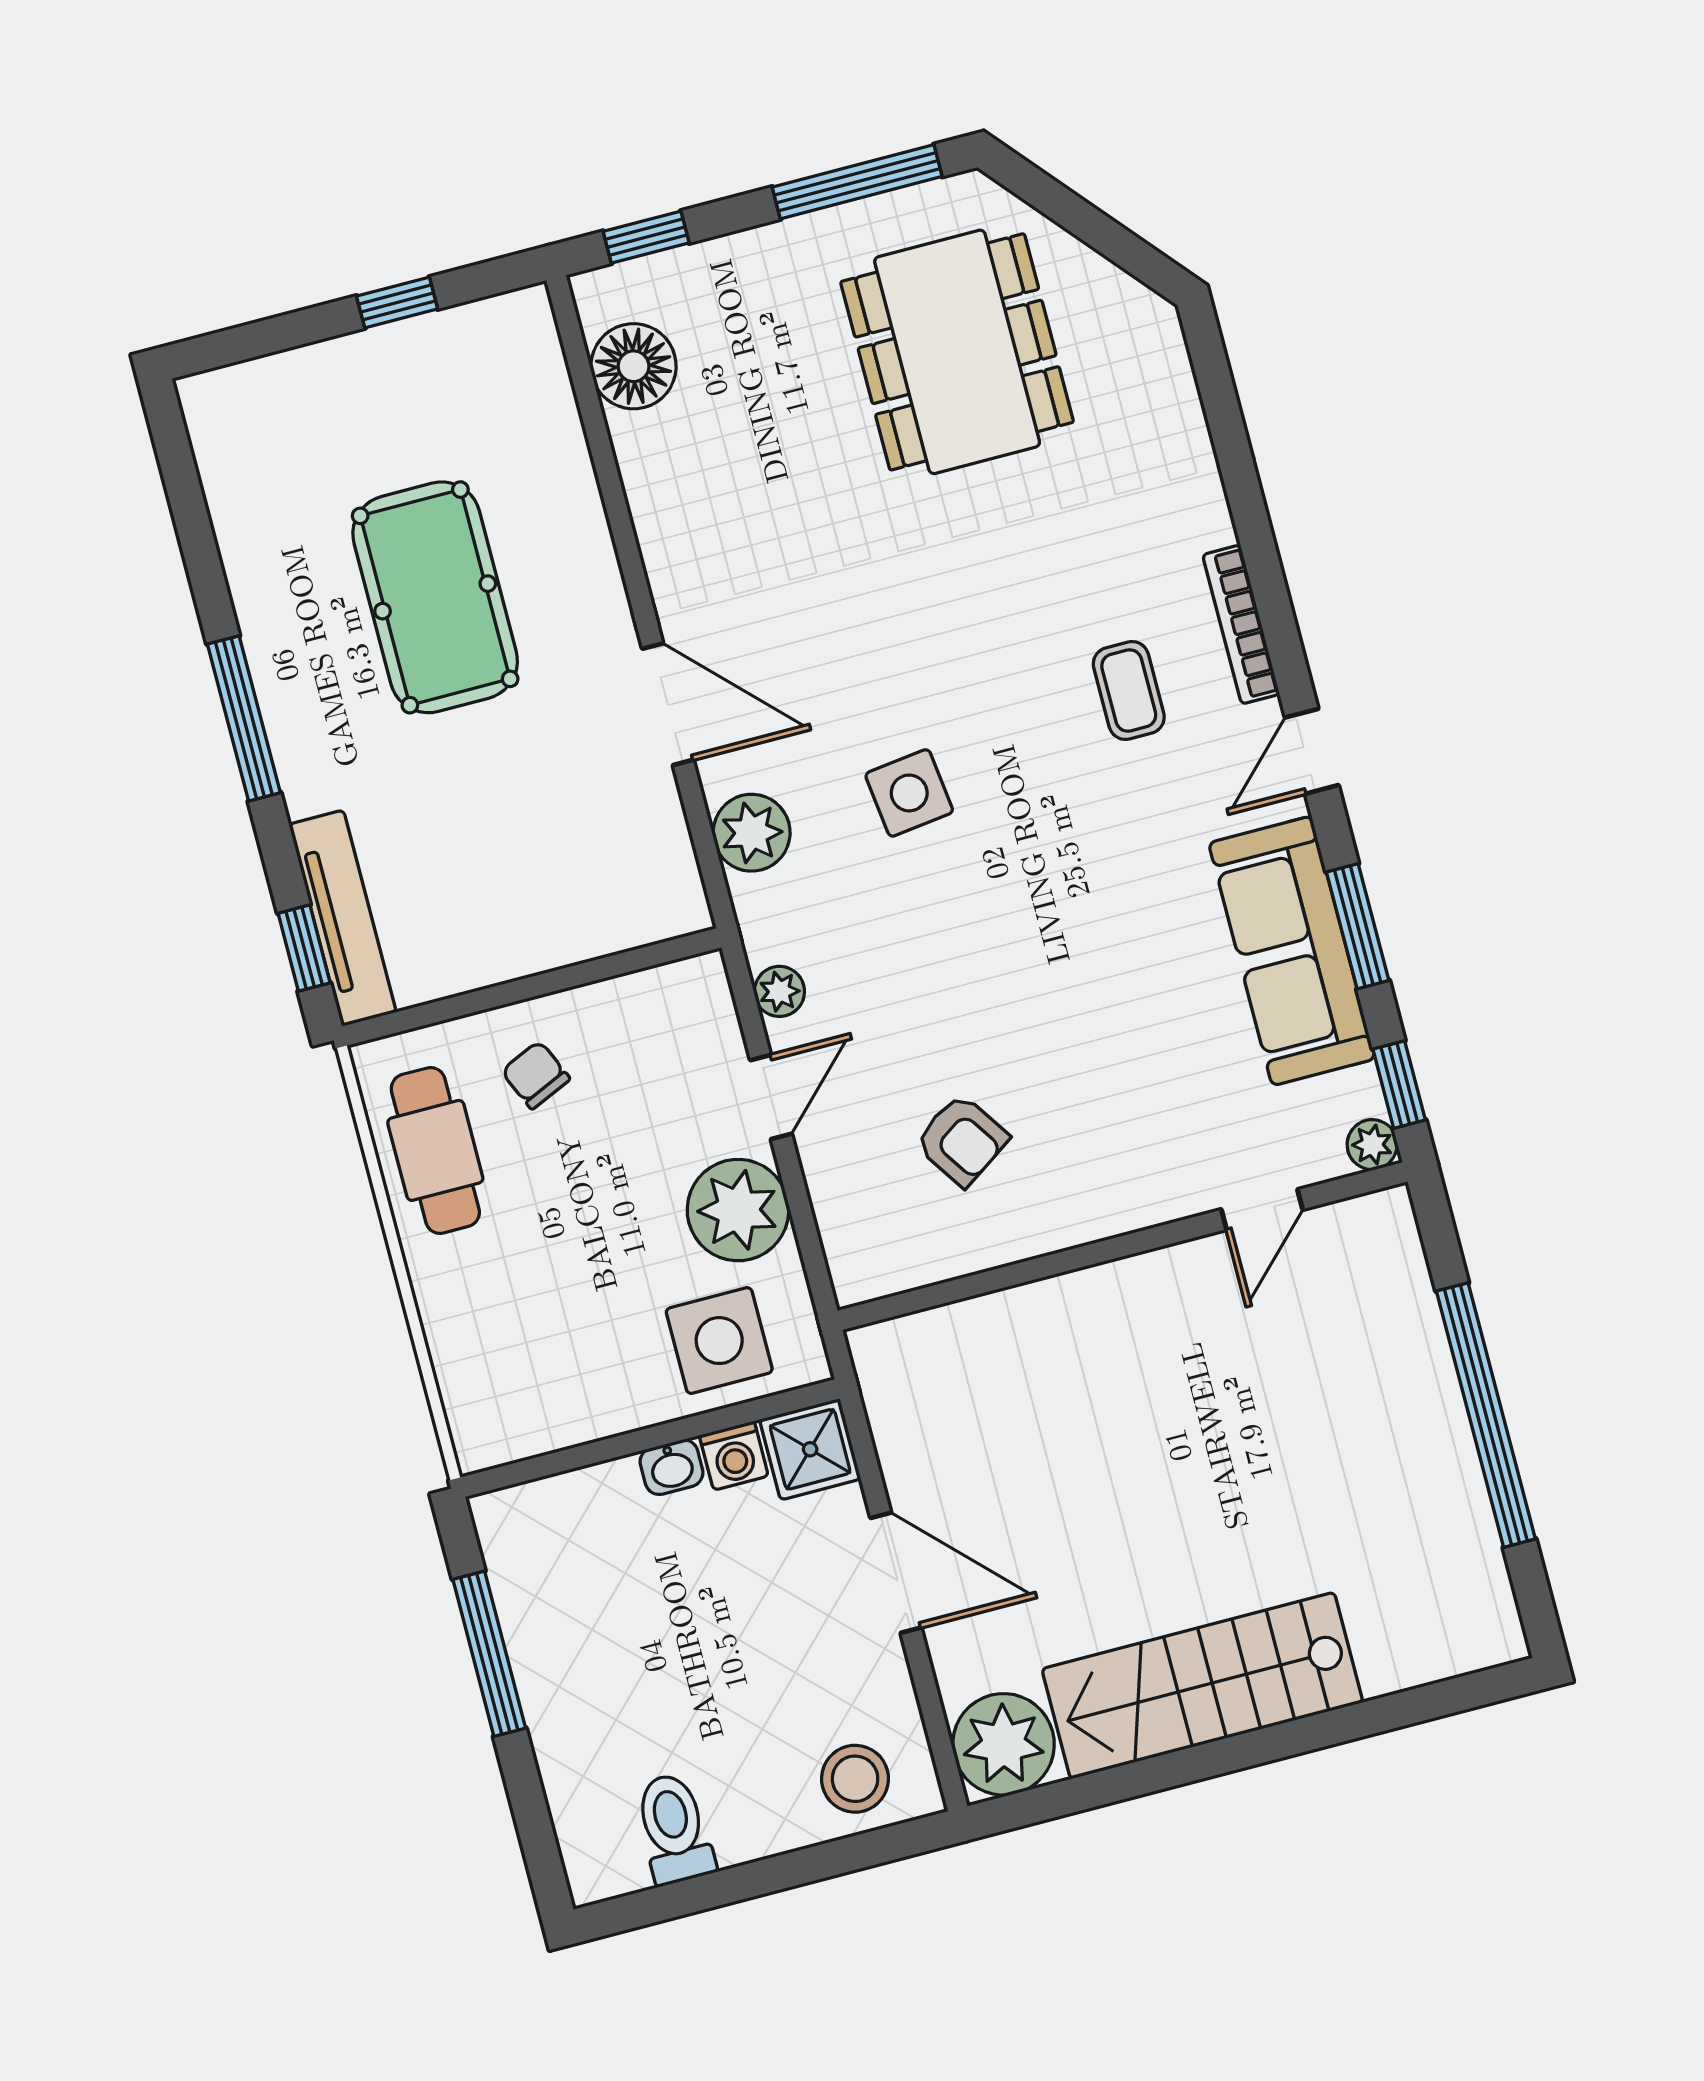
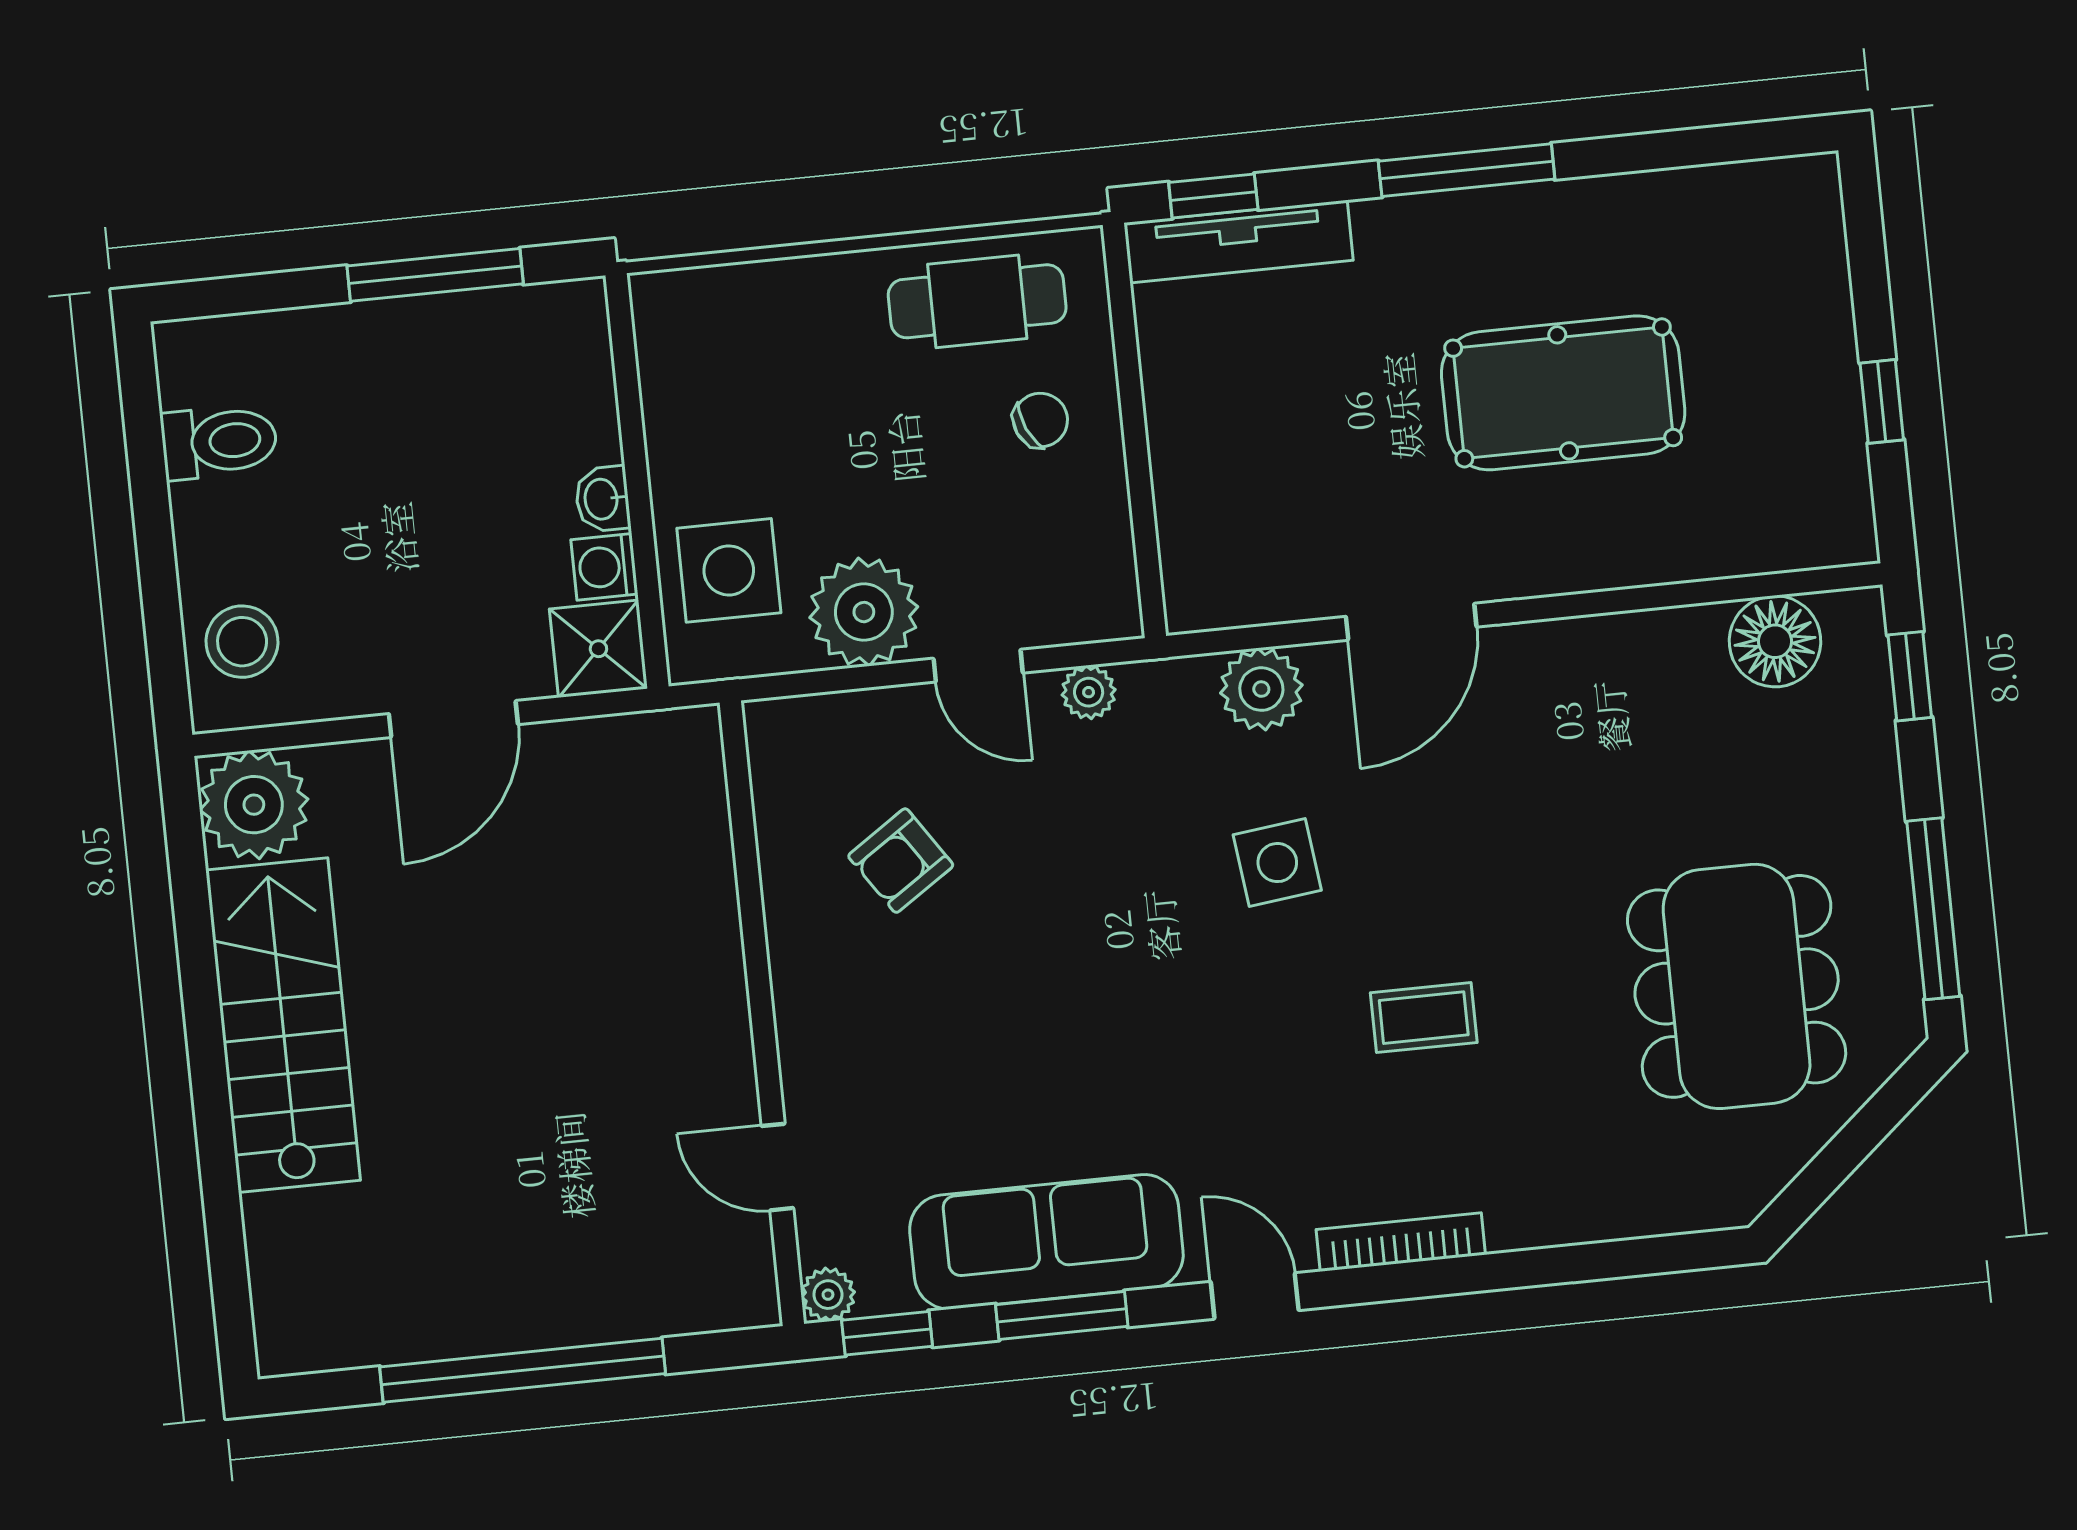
dining table: (957, 352) -> (1737, 986), turned 90
coffee table: (1129, 690) -> (1424, 1018), moved

